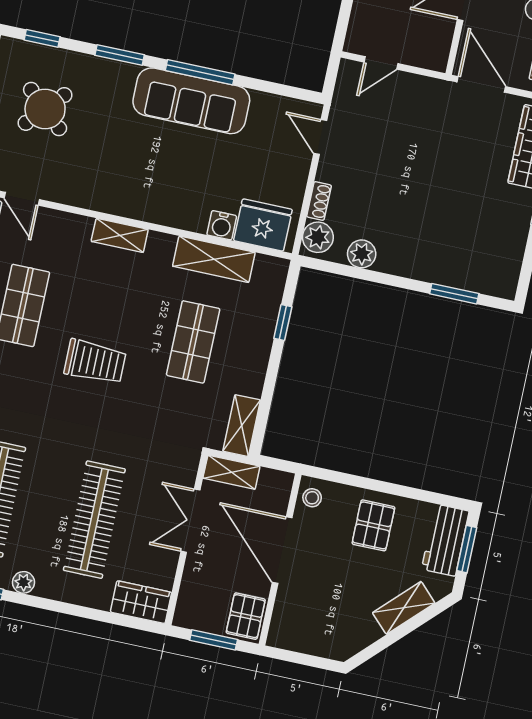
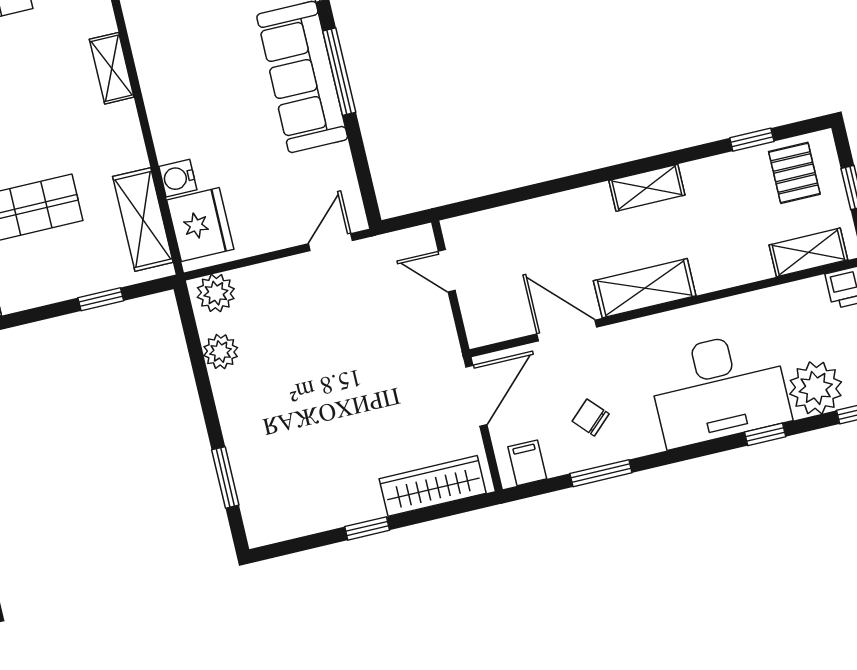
shoe rack: (319, 201) -> (257, 275), removed
shelving: (214, 259) -> (143, 219), moved

